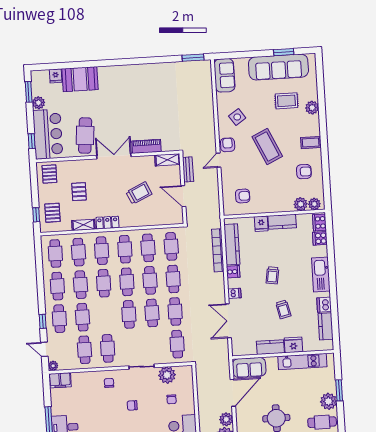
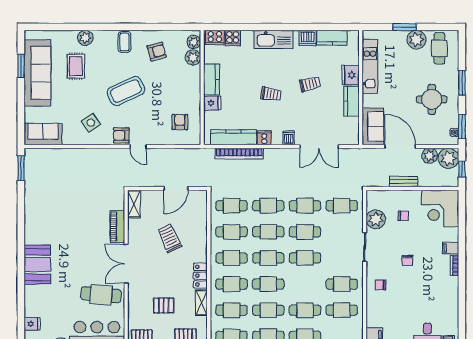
booth: (80, 79) -> (37, 265), moved
bench: (188, 169) -> (404, 182), moved
armchair: (304, 172) -> (157, 52), turned 75

